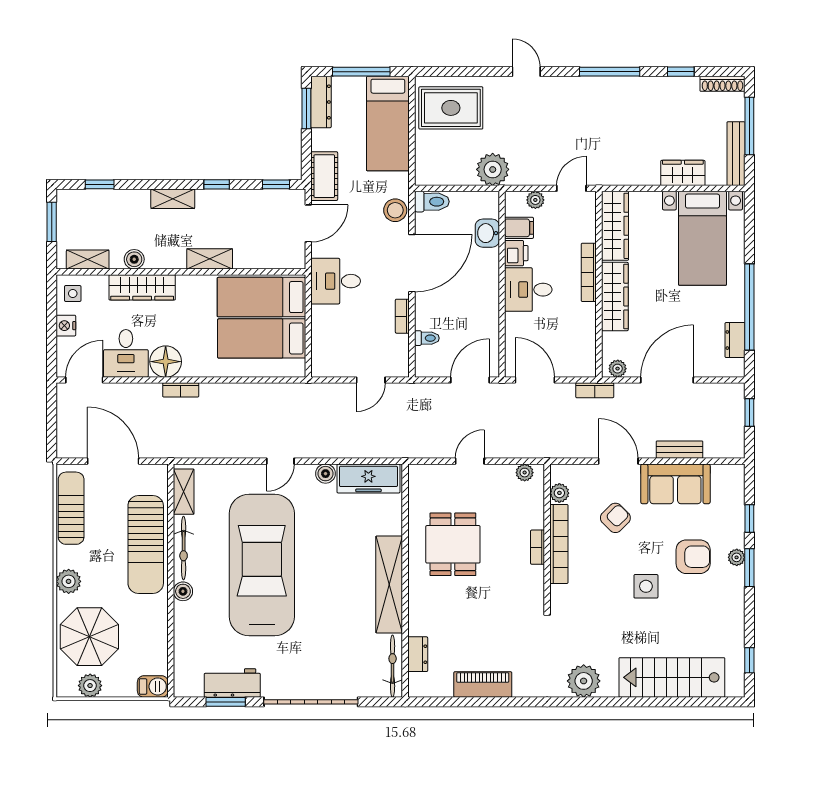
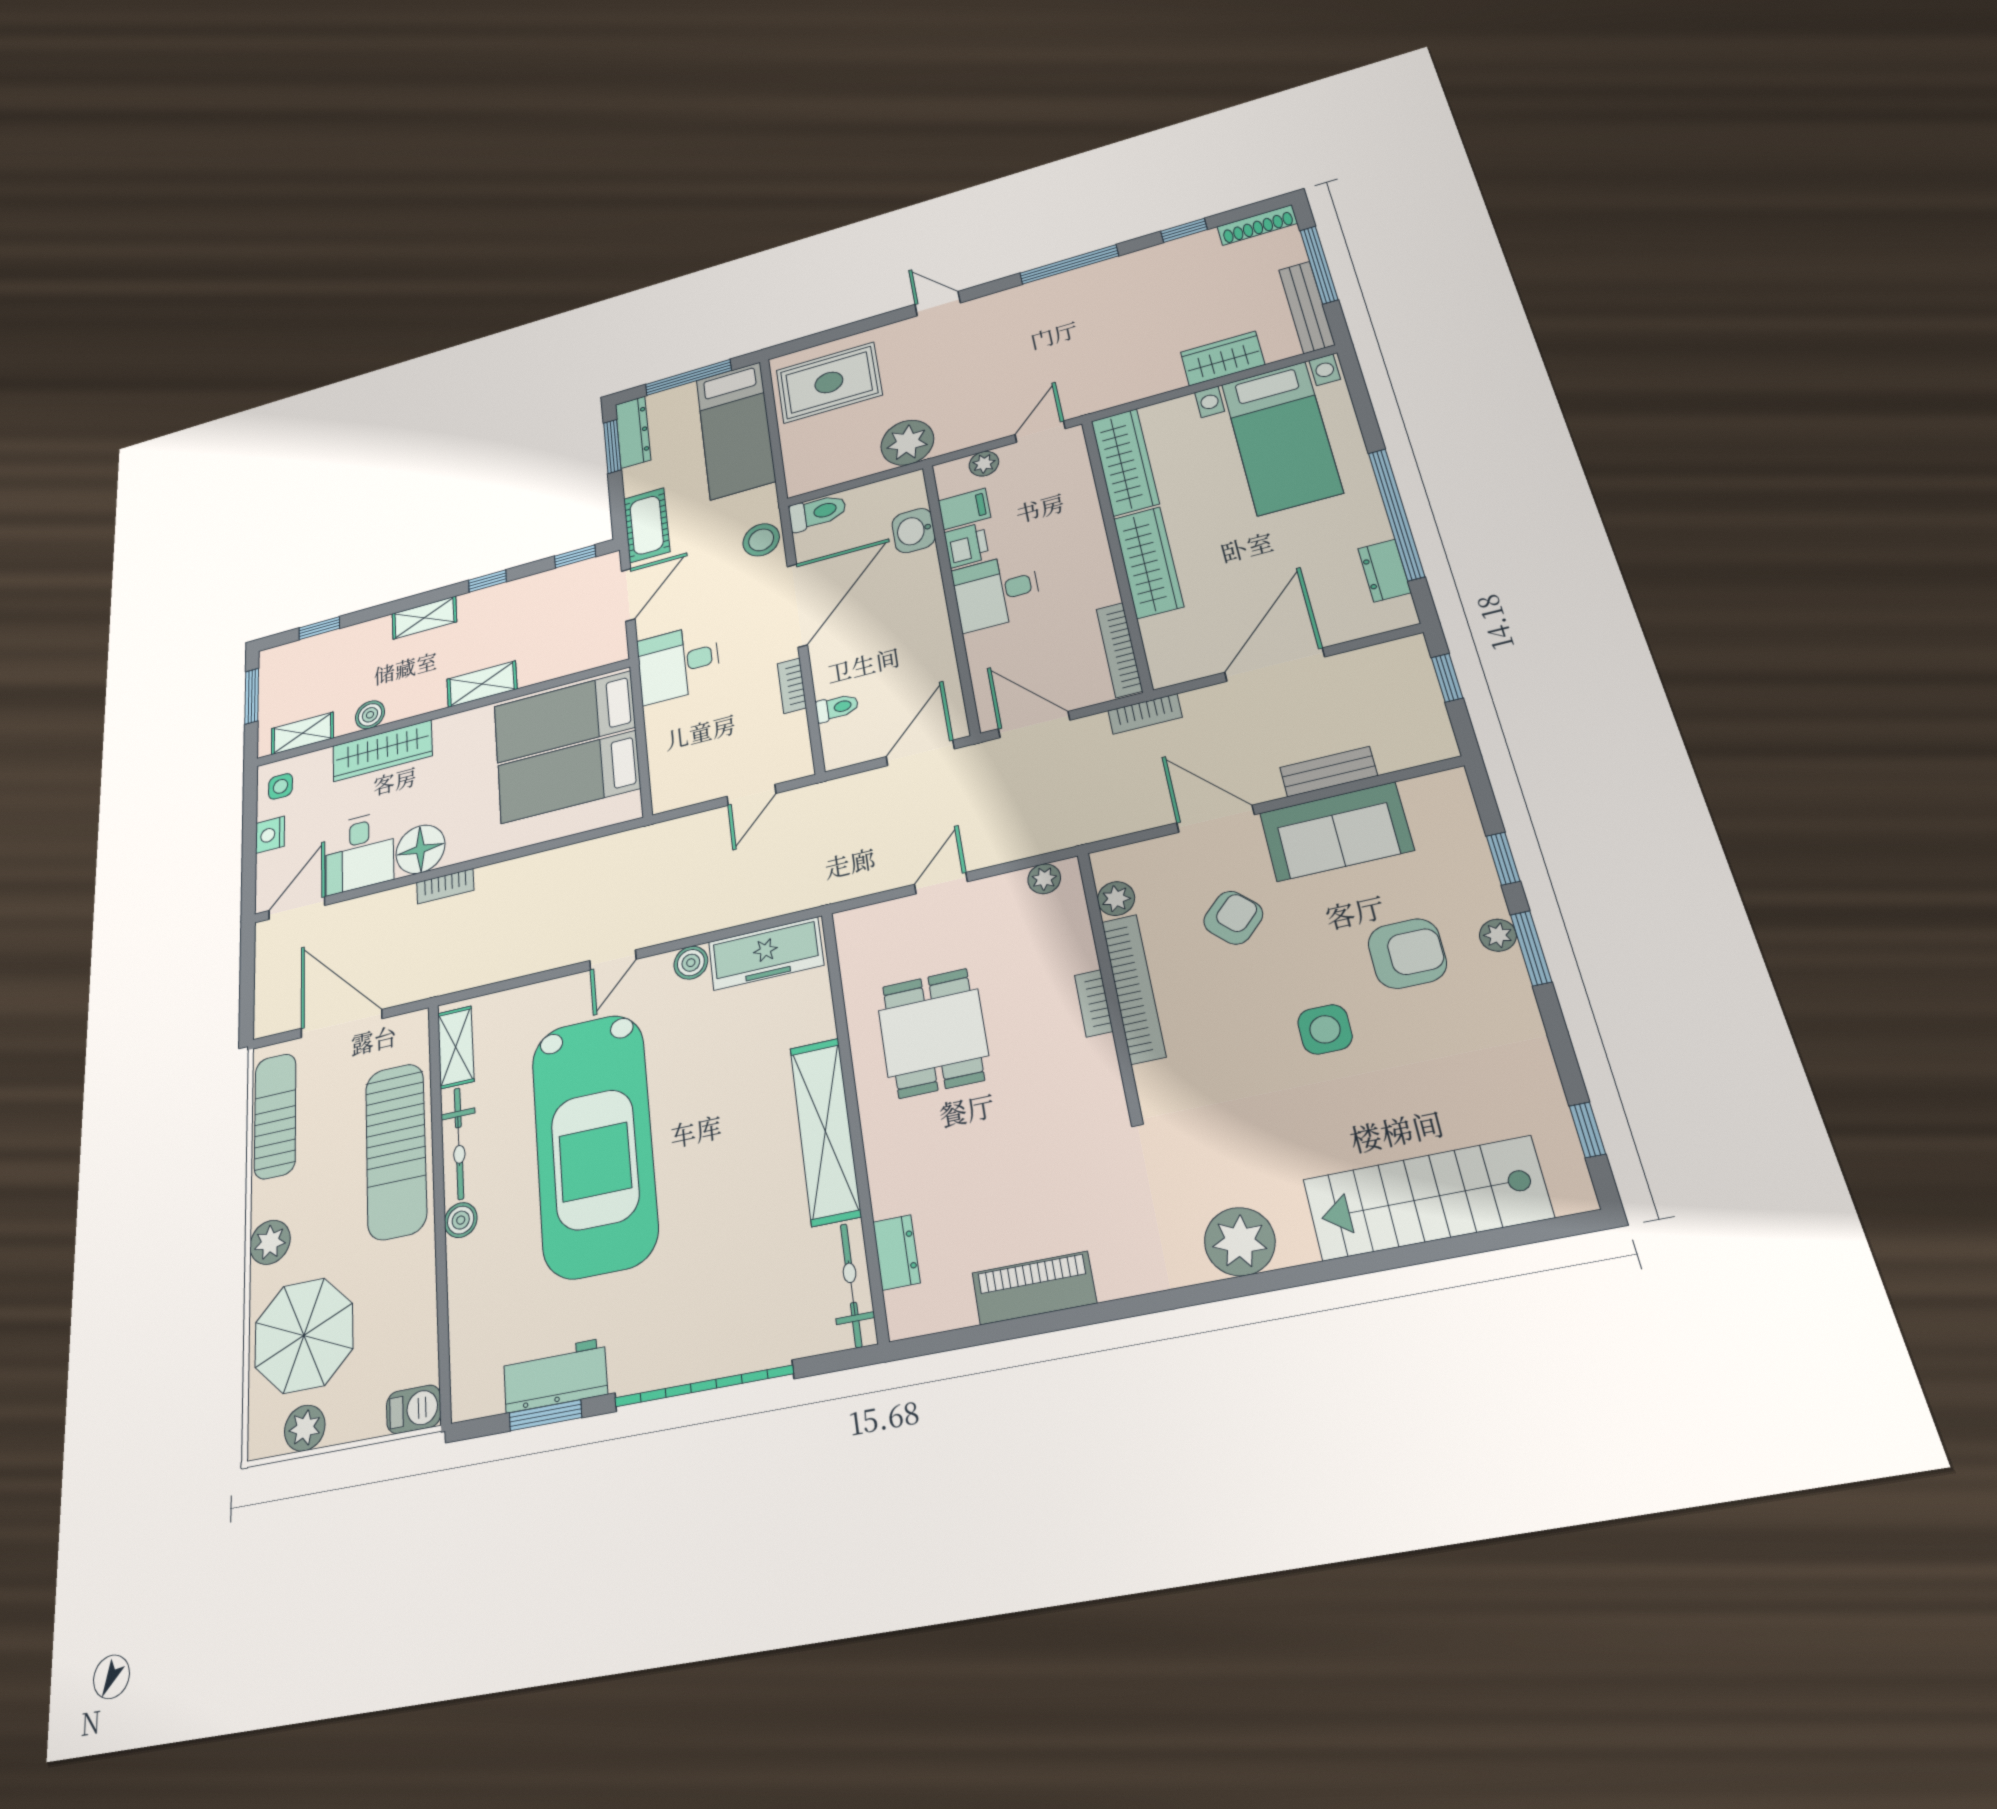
bookcase: (589, 272) -> (1119, 650), moved
plant: (618, 369) -> (1179, 670), removed
car: (262, 565) -> (594, 1144), turned 180

